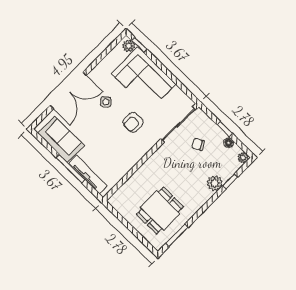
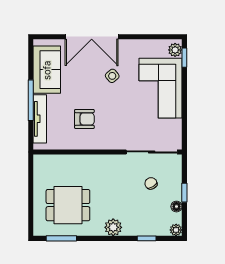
armchair: (133, 122) -> (84, 119), moved, turned 180
plant: (215, 183) -> (113, 227), moved

